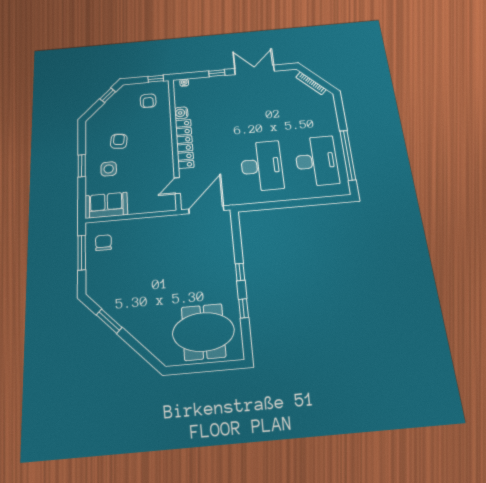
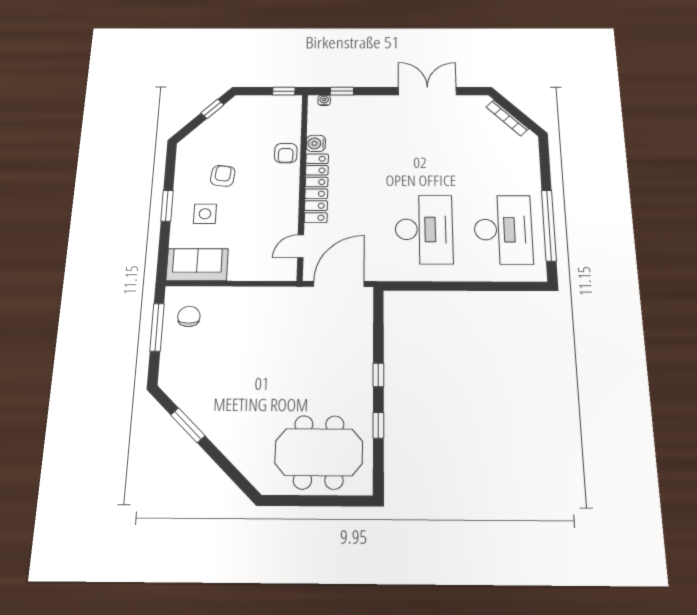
window: (217, 73) -> (342, 91), moved
armchair: (148, 101) -> (286, 153), moved

